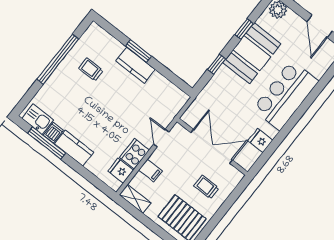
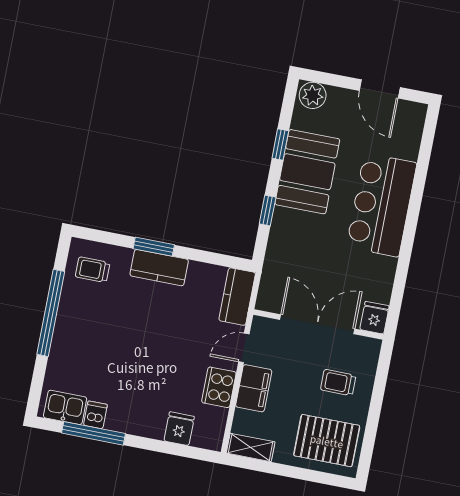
trolley: (91, 69) -> (93, 270), moved
door: (161, 138) -> (244, 348), hinge flipped
fridge: (260, 141) -> (374, 318), moved, turned 90
kitchen counter: (74, 148) -> (237, 297), moved, turned -90
filing cabinet: (150, 170) -> (254, 388), width x2.00
fridge: (121, 171) -> (179, 429), moved, turned 90

